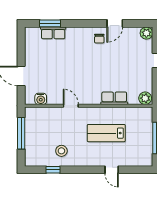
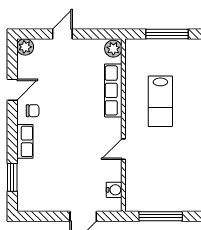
door: (115, 23) -> (12, 90), hinge flipped
row of seats: (53, 33) -> (25, 141), moved
row of seats: (114, 98) -> (113, 90), width x1.48
stool: (61, 151) -> (184, 162), removed

